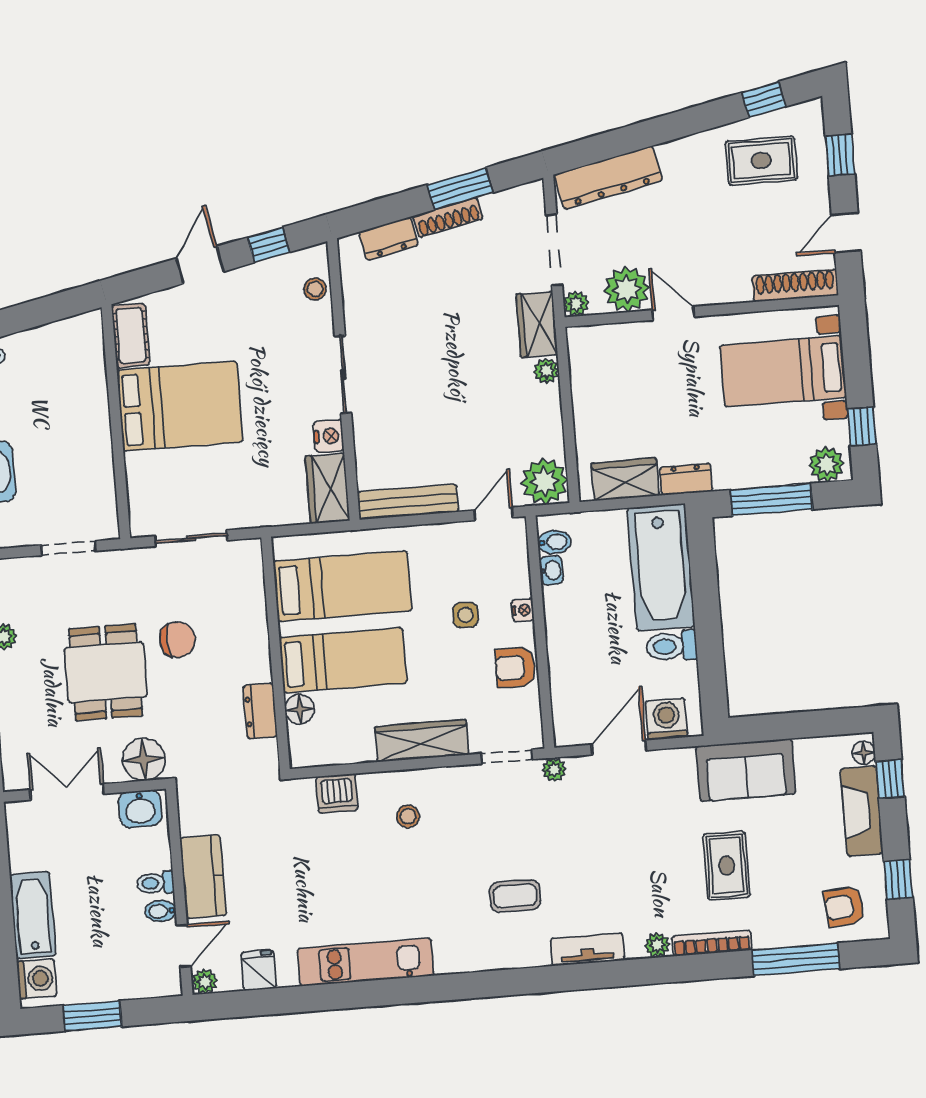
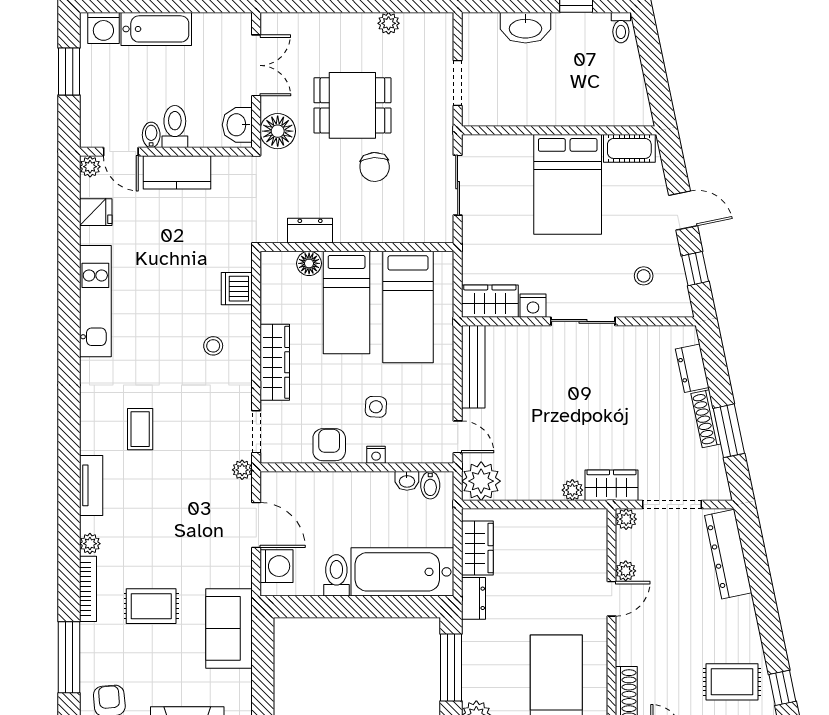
rug: (761, 161) -> (732, 682), turned 90
stool: (315, 289) -> (644, 276), moved
plant: (627, 289) -> (626, 571), width x0.53, depth x0.53
toilet: (155, 883) -> (175, 127), width x1.37, depth x1.39

